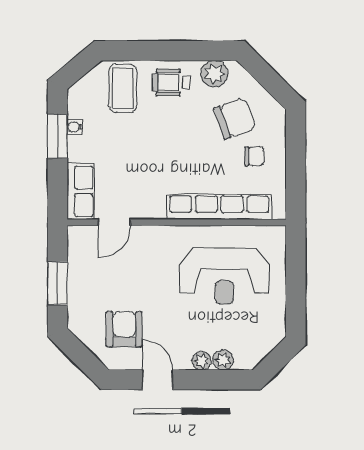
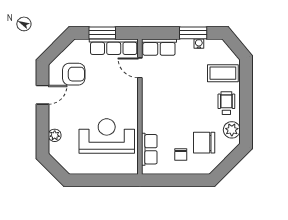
chair: (235, 119) -> (204, 143), turned 109
row of seats: (219, 207) -> (149, 149), width x0.50
row of seats: (80, 265) -> (114, 47), added
reception desk: (224, 276) -> (107, 136), turned 90
plant: (202, 361) -> (54, 122), removed

